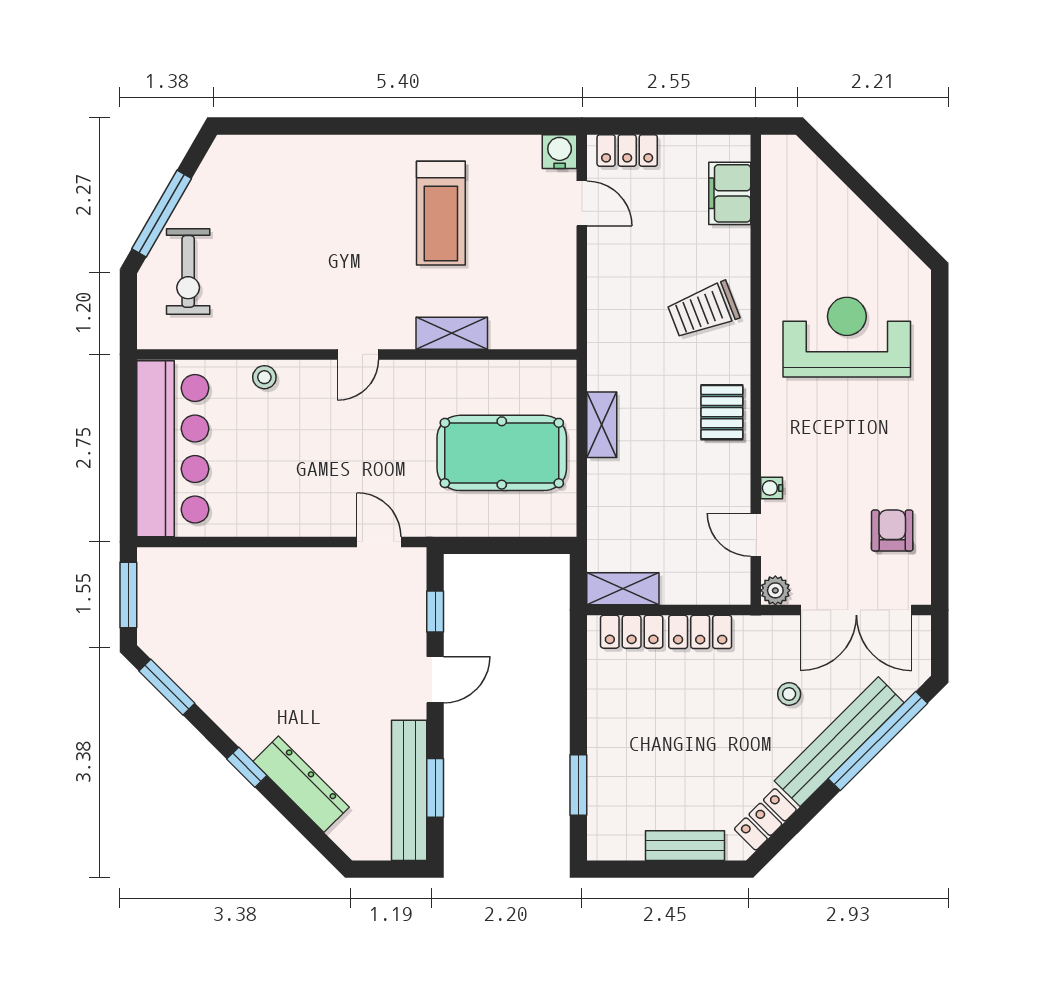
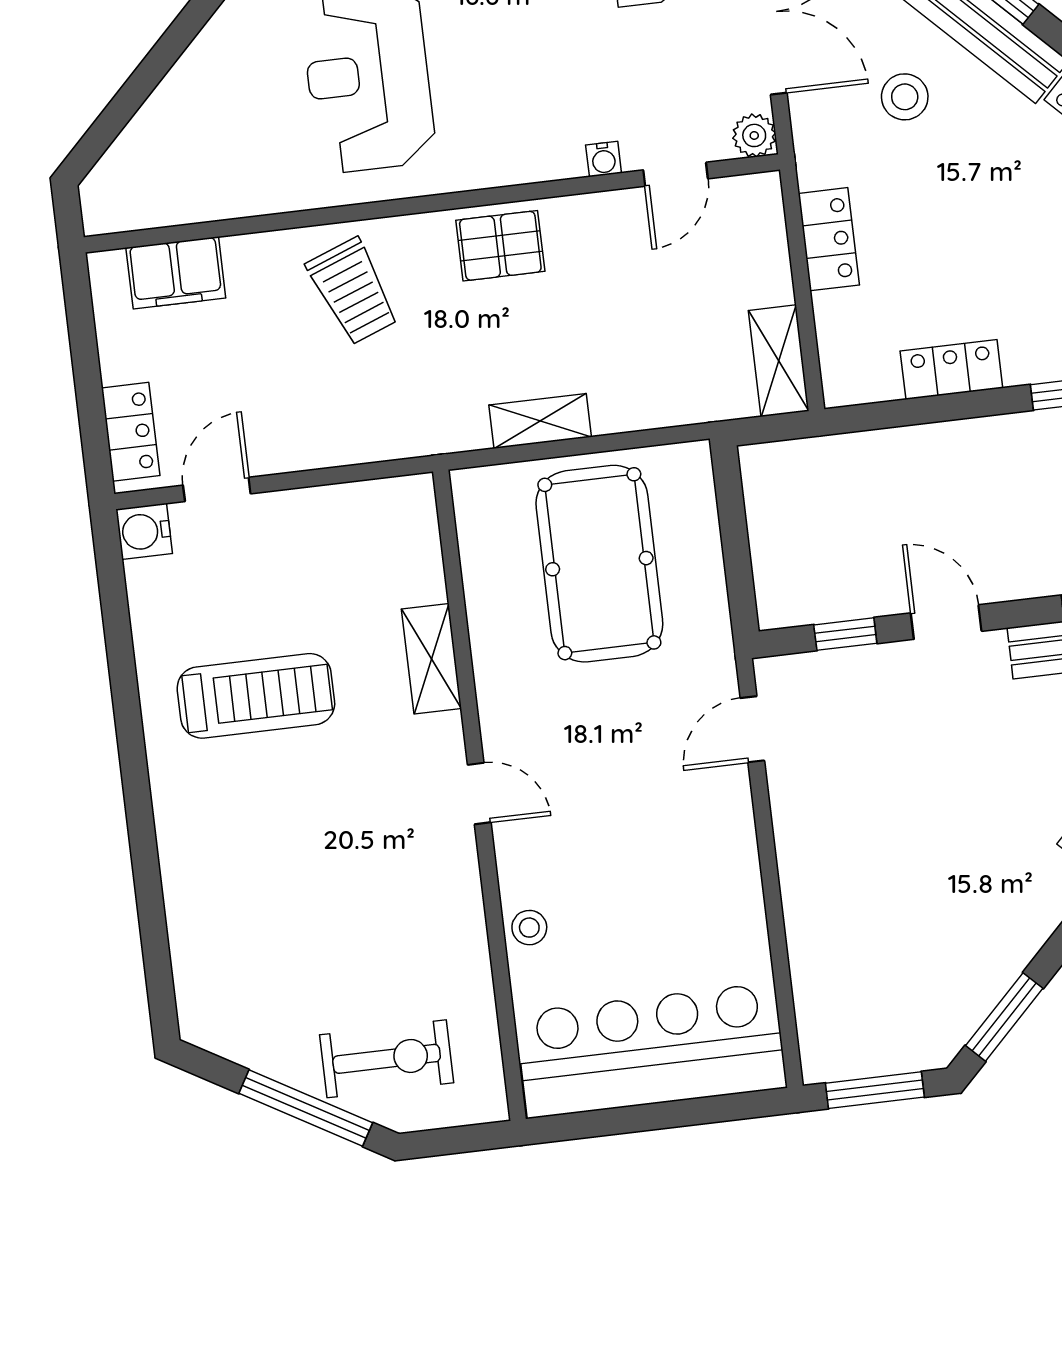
locker: (632, 632) -> (951, 369), moved, turned -90
stool: (789, 694) -> (905, 97), width x1.37, depth x1.37

